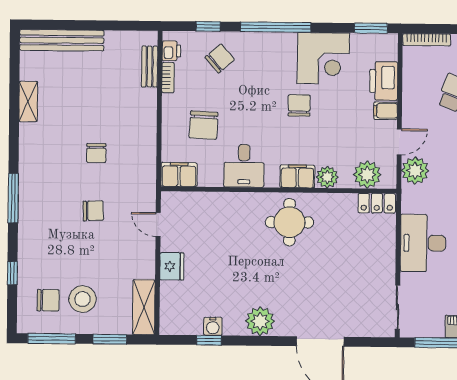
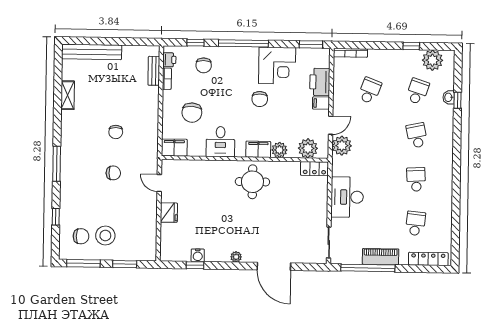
chair: (220, 58) -> (204, 65), turned 131
chair: (299, 105) -> (260, 99), turned 180
shelving: (144, 307) -> (149, 241), removed
plant: (260, 321) -> (236, 257), width x0.53, depth x0.53

